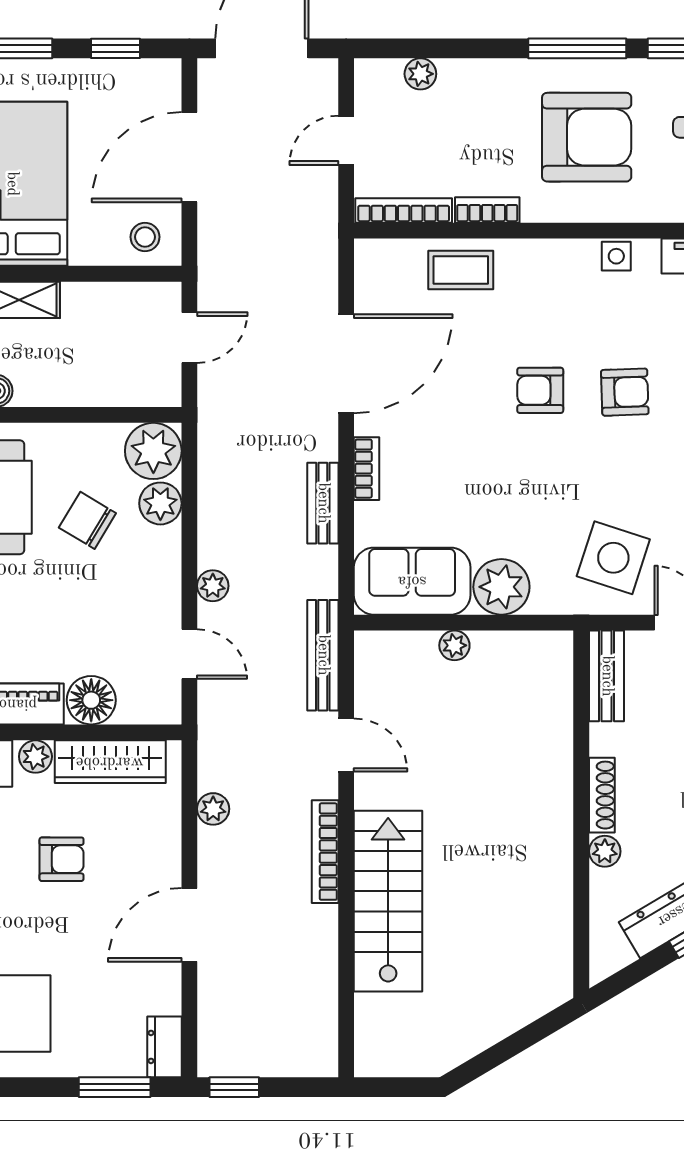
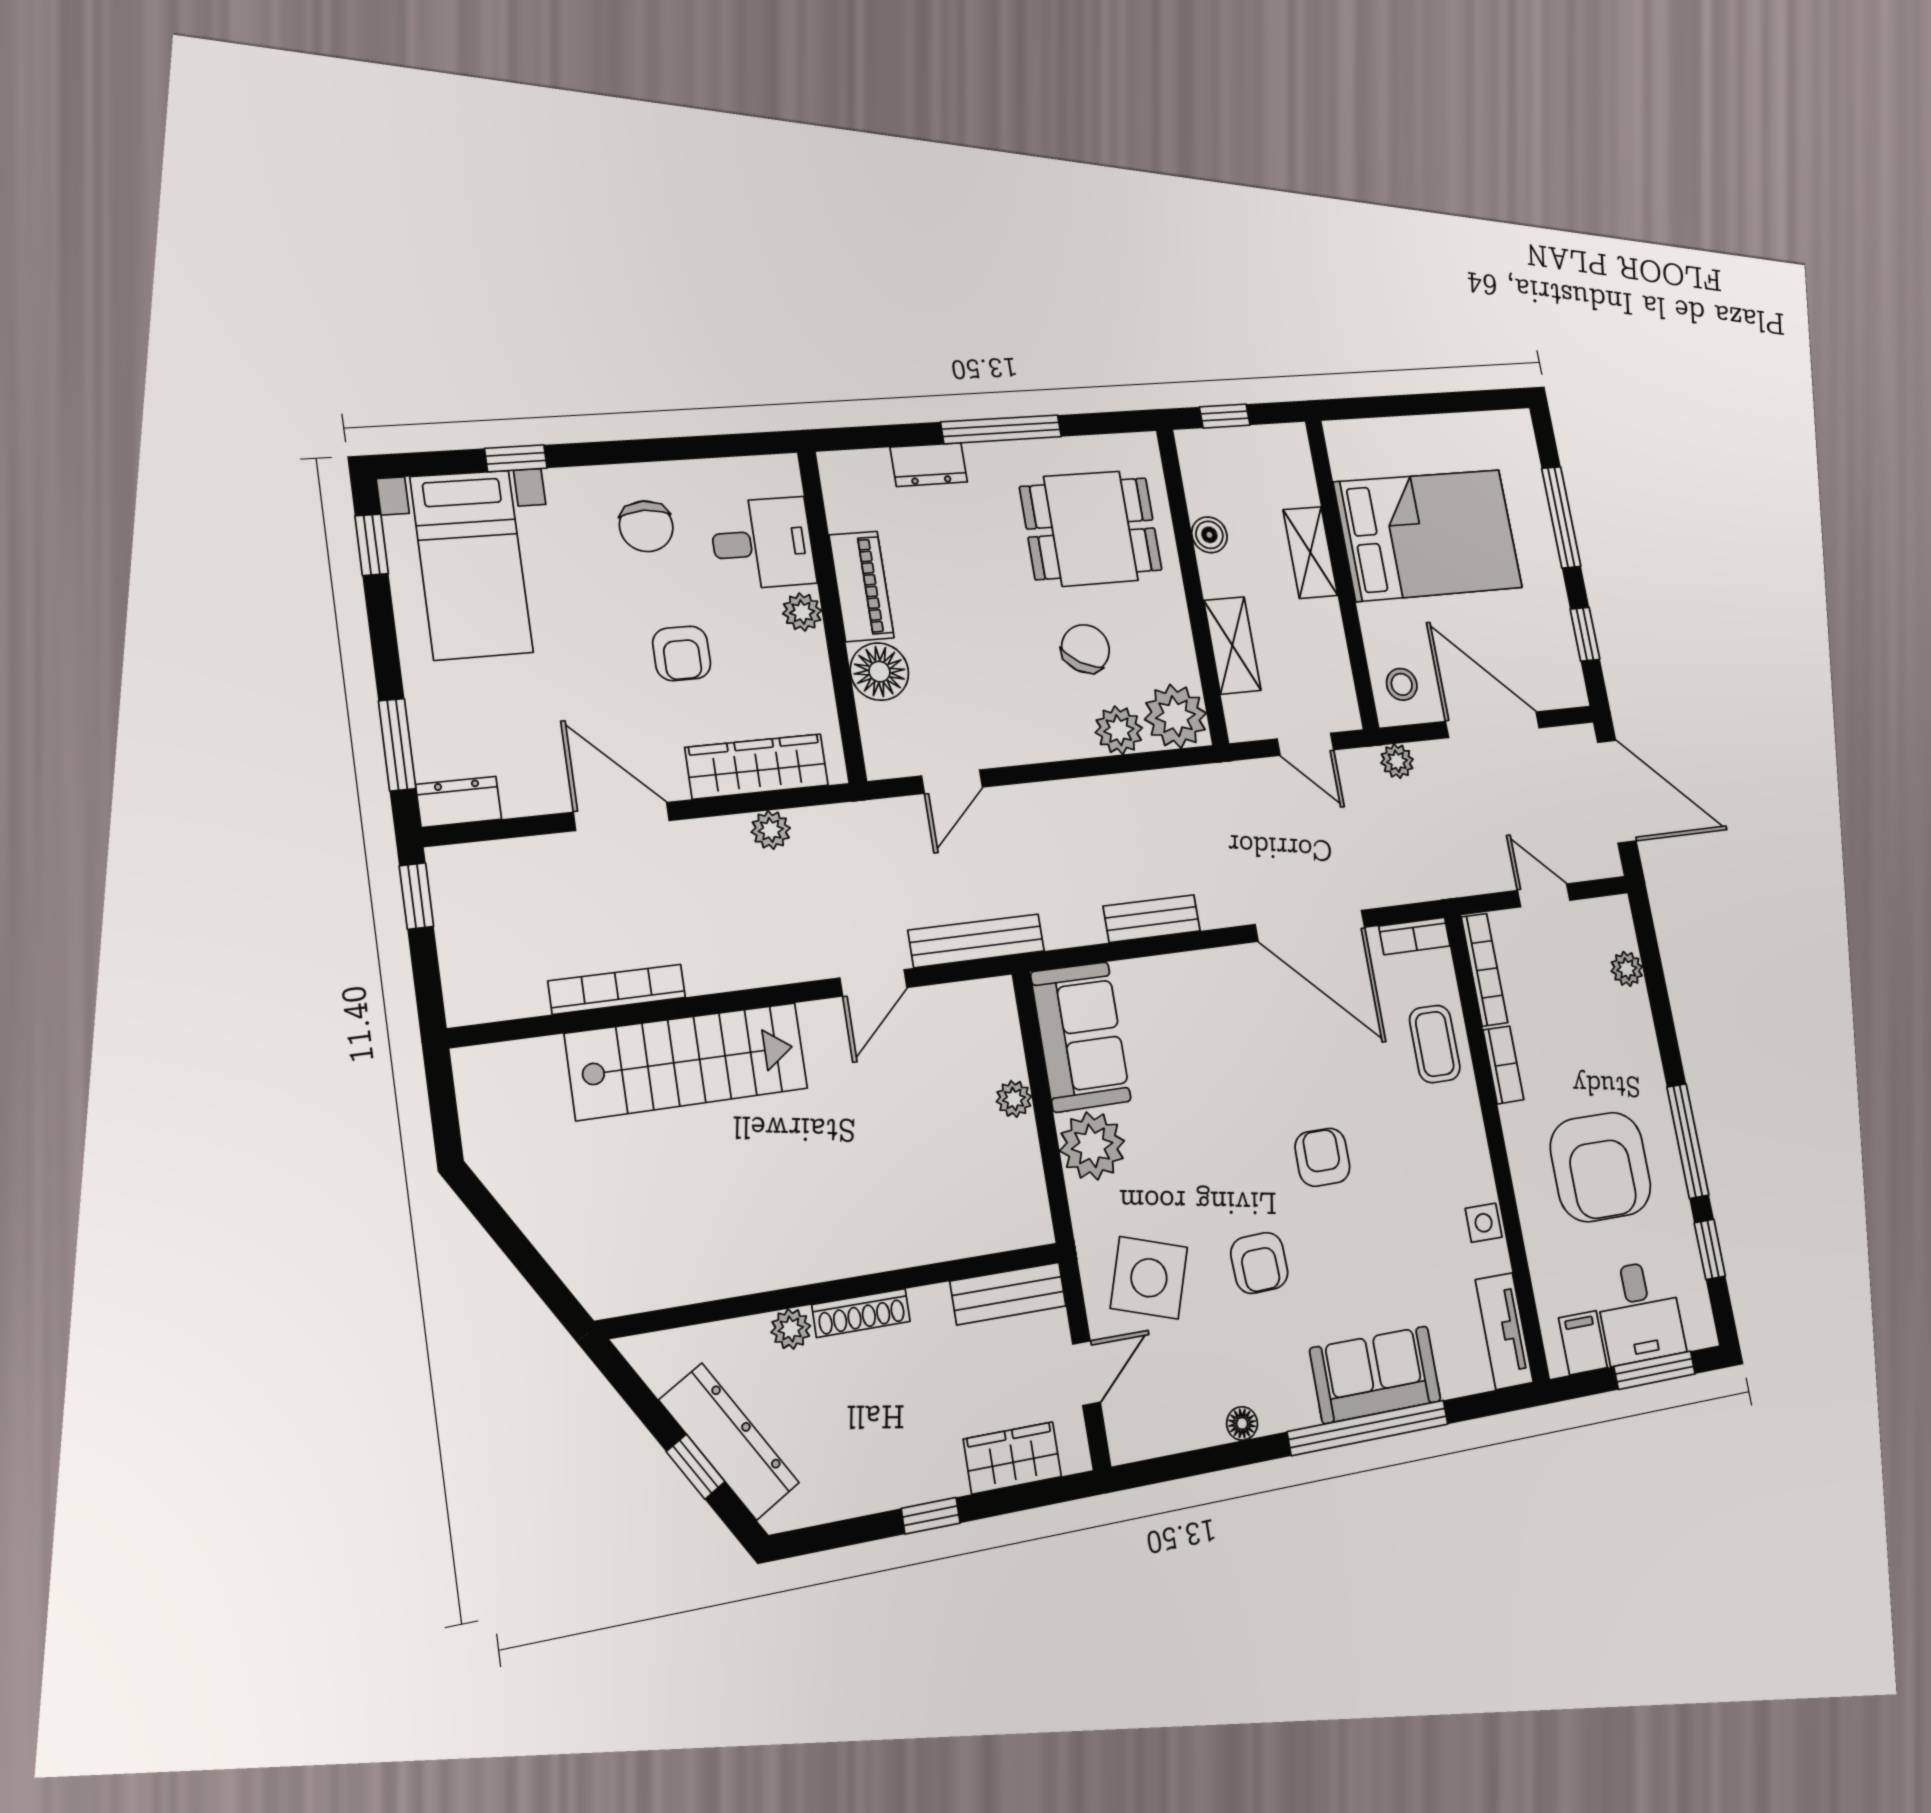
shelving: (96, 388) -> (1232, 645), added
armchair: (625, 392) -> (1259, 1263), moved
bookcase: (367, 469) -> (1414, 936), moved
plant: (213, 586) -> (1397, 761), moved
wardrobe: (110, 762) -> (757, 766), moved, turned 90
bookcase: (325, 852) -> (617, 989), moved

